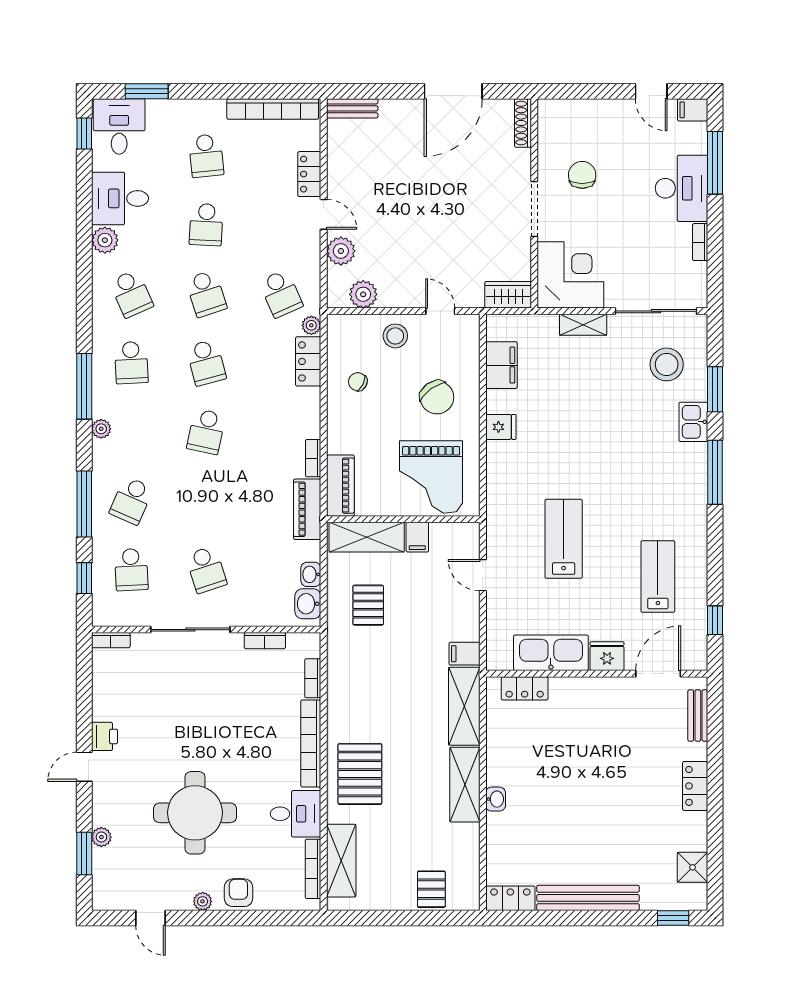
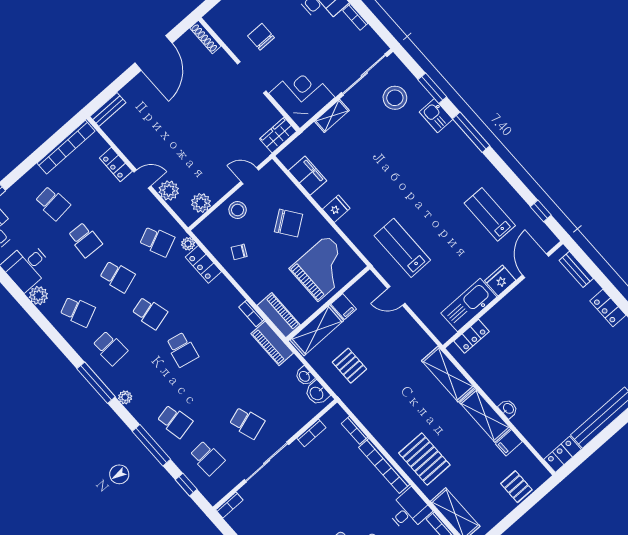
grand piano: (431, 477) -> (323, 268), turned -90
school desk: (131, 501) -> (175, 421), turned -36
lab bench: (564, 539) -> (402, 248), moved
filing cabinet: (465, 654) -> (509, 443), moved

